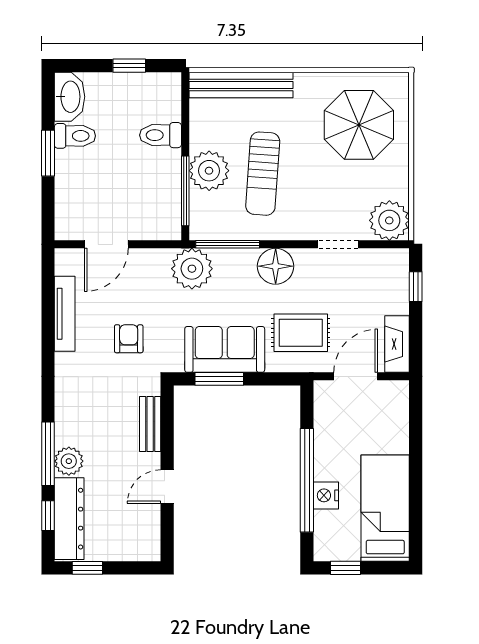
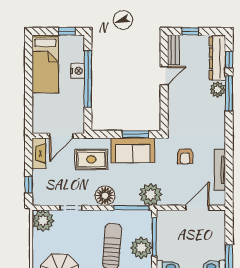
bench: (150, 424) -> (173, 50), moved
window: (87, 568) -> (190, 31), moved

